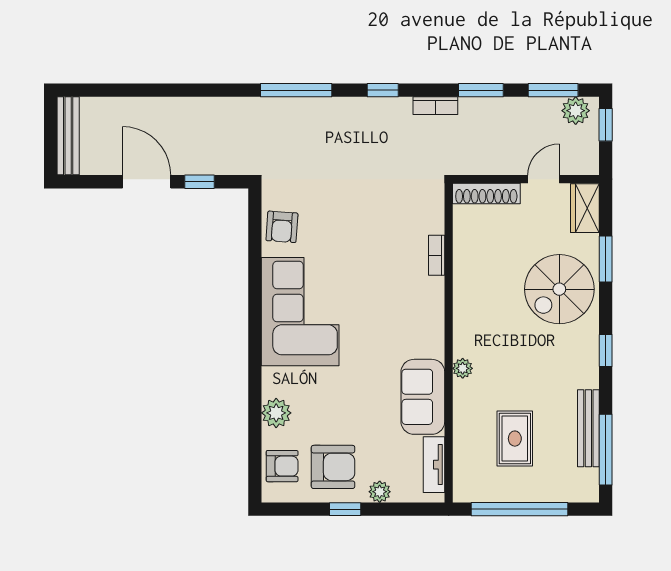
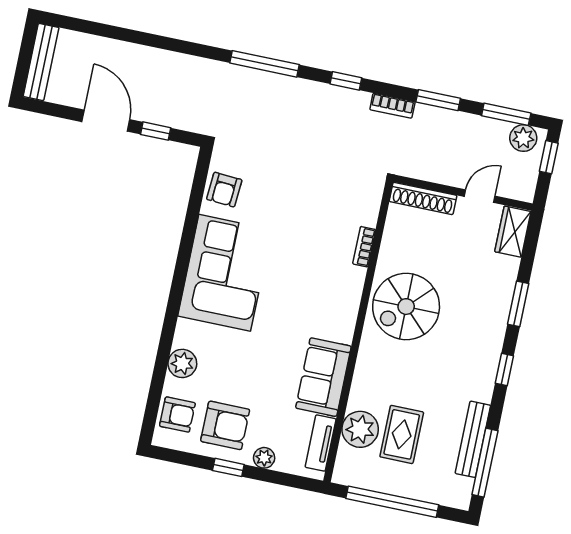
window: (606, 259) -> (518, 304), moved
spiral stairs: (559, 289) -> (406, 307), moved
plant: (463, 368) -> (360, 429), moved, width x1.87, depth x1.87

